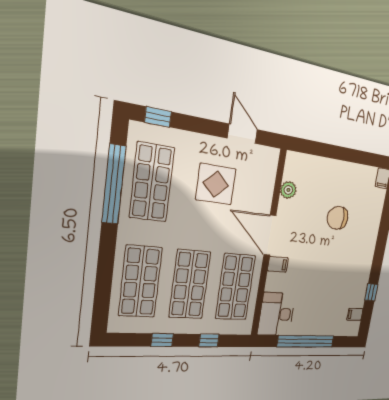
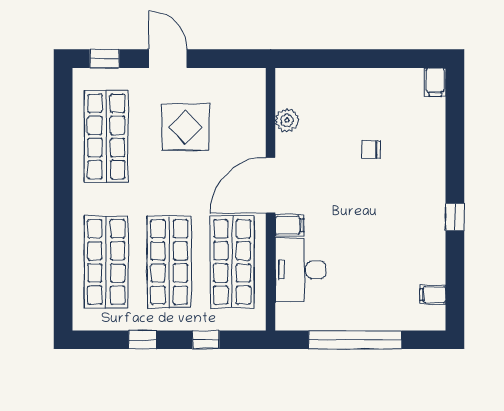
door: (242, 134) -> (168, 59), moved
window: (114, 184) -> (63, 145), removed
chair: (338, 218) -> (371, 149), width x0.54, depth x0.54
door: (270, 235) -> (271, 185), hinge flipped
window: (371, 292) -> (455, 217), moved
desk: (277, 314) -> (300, 270), moved

